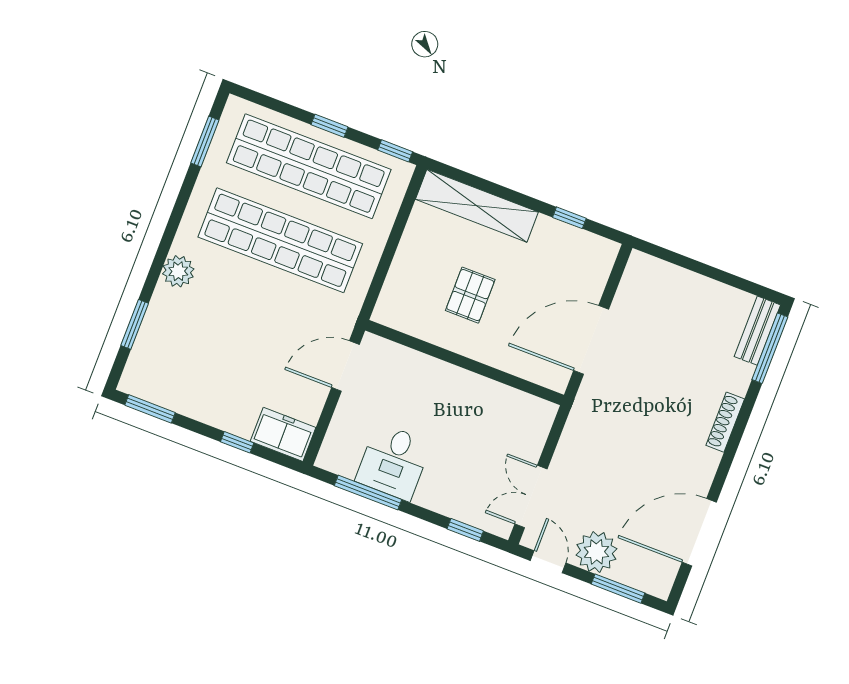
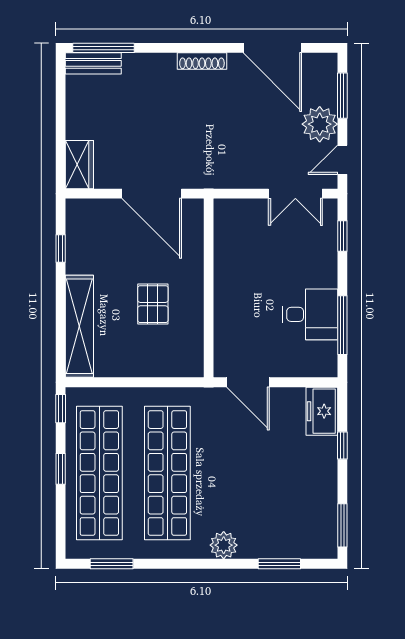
wardrobe: (653, 273) -> (79, 165), added
pallet: (470, 295) -> (153, 304), turned 90
shoe rack: (725, 422) -> (202, 61), moved

